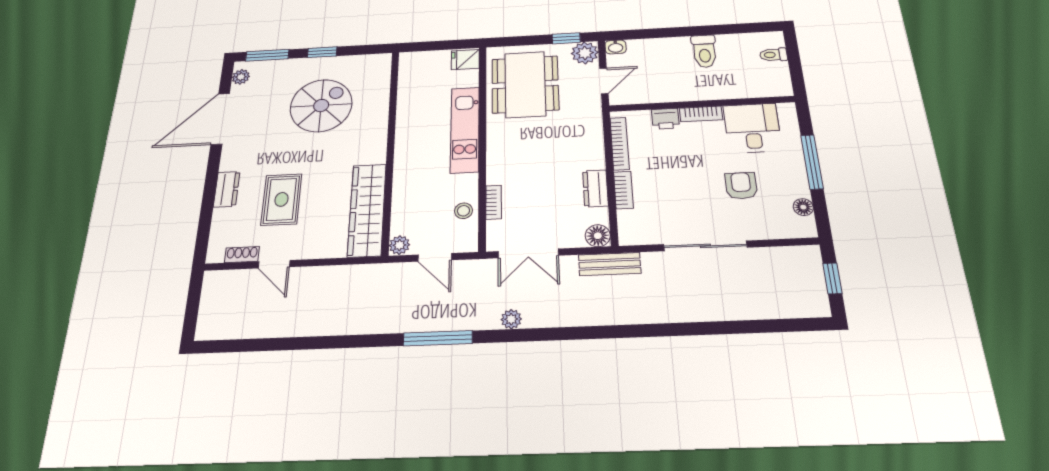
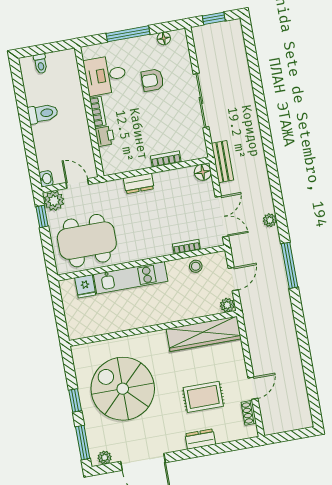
fridge: (465, 60) -> (85, 286), moved
spiral stairs: (321, 106) -> (123, 389), width x1.37, depth x1.37
bookcase: (620, 143) -> (129, 166), removed
dresser: (595, 188) -> (139, 183), moved

